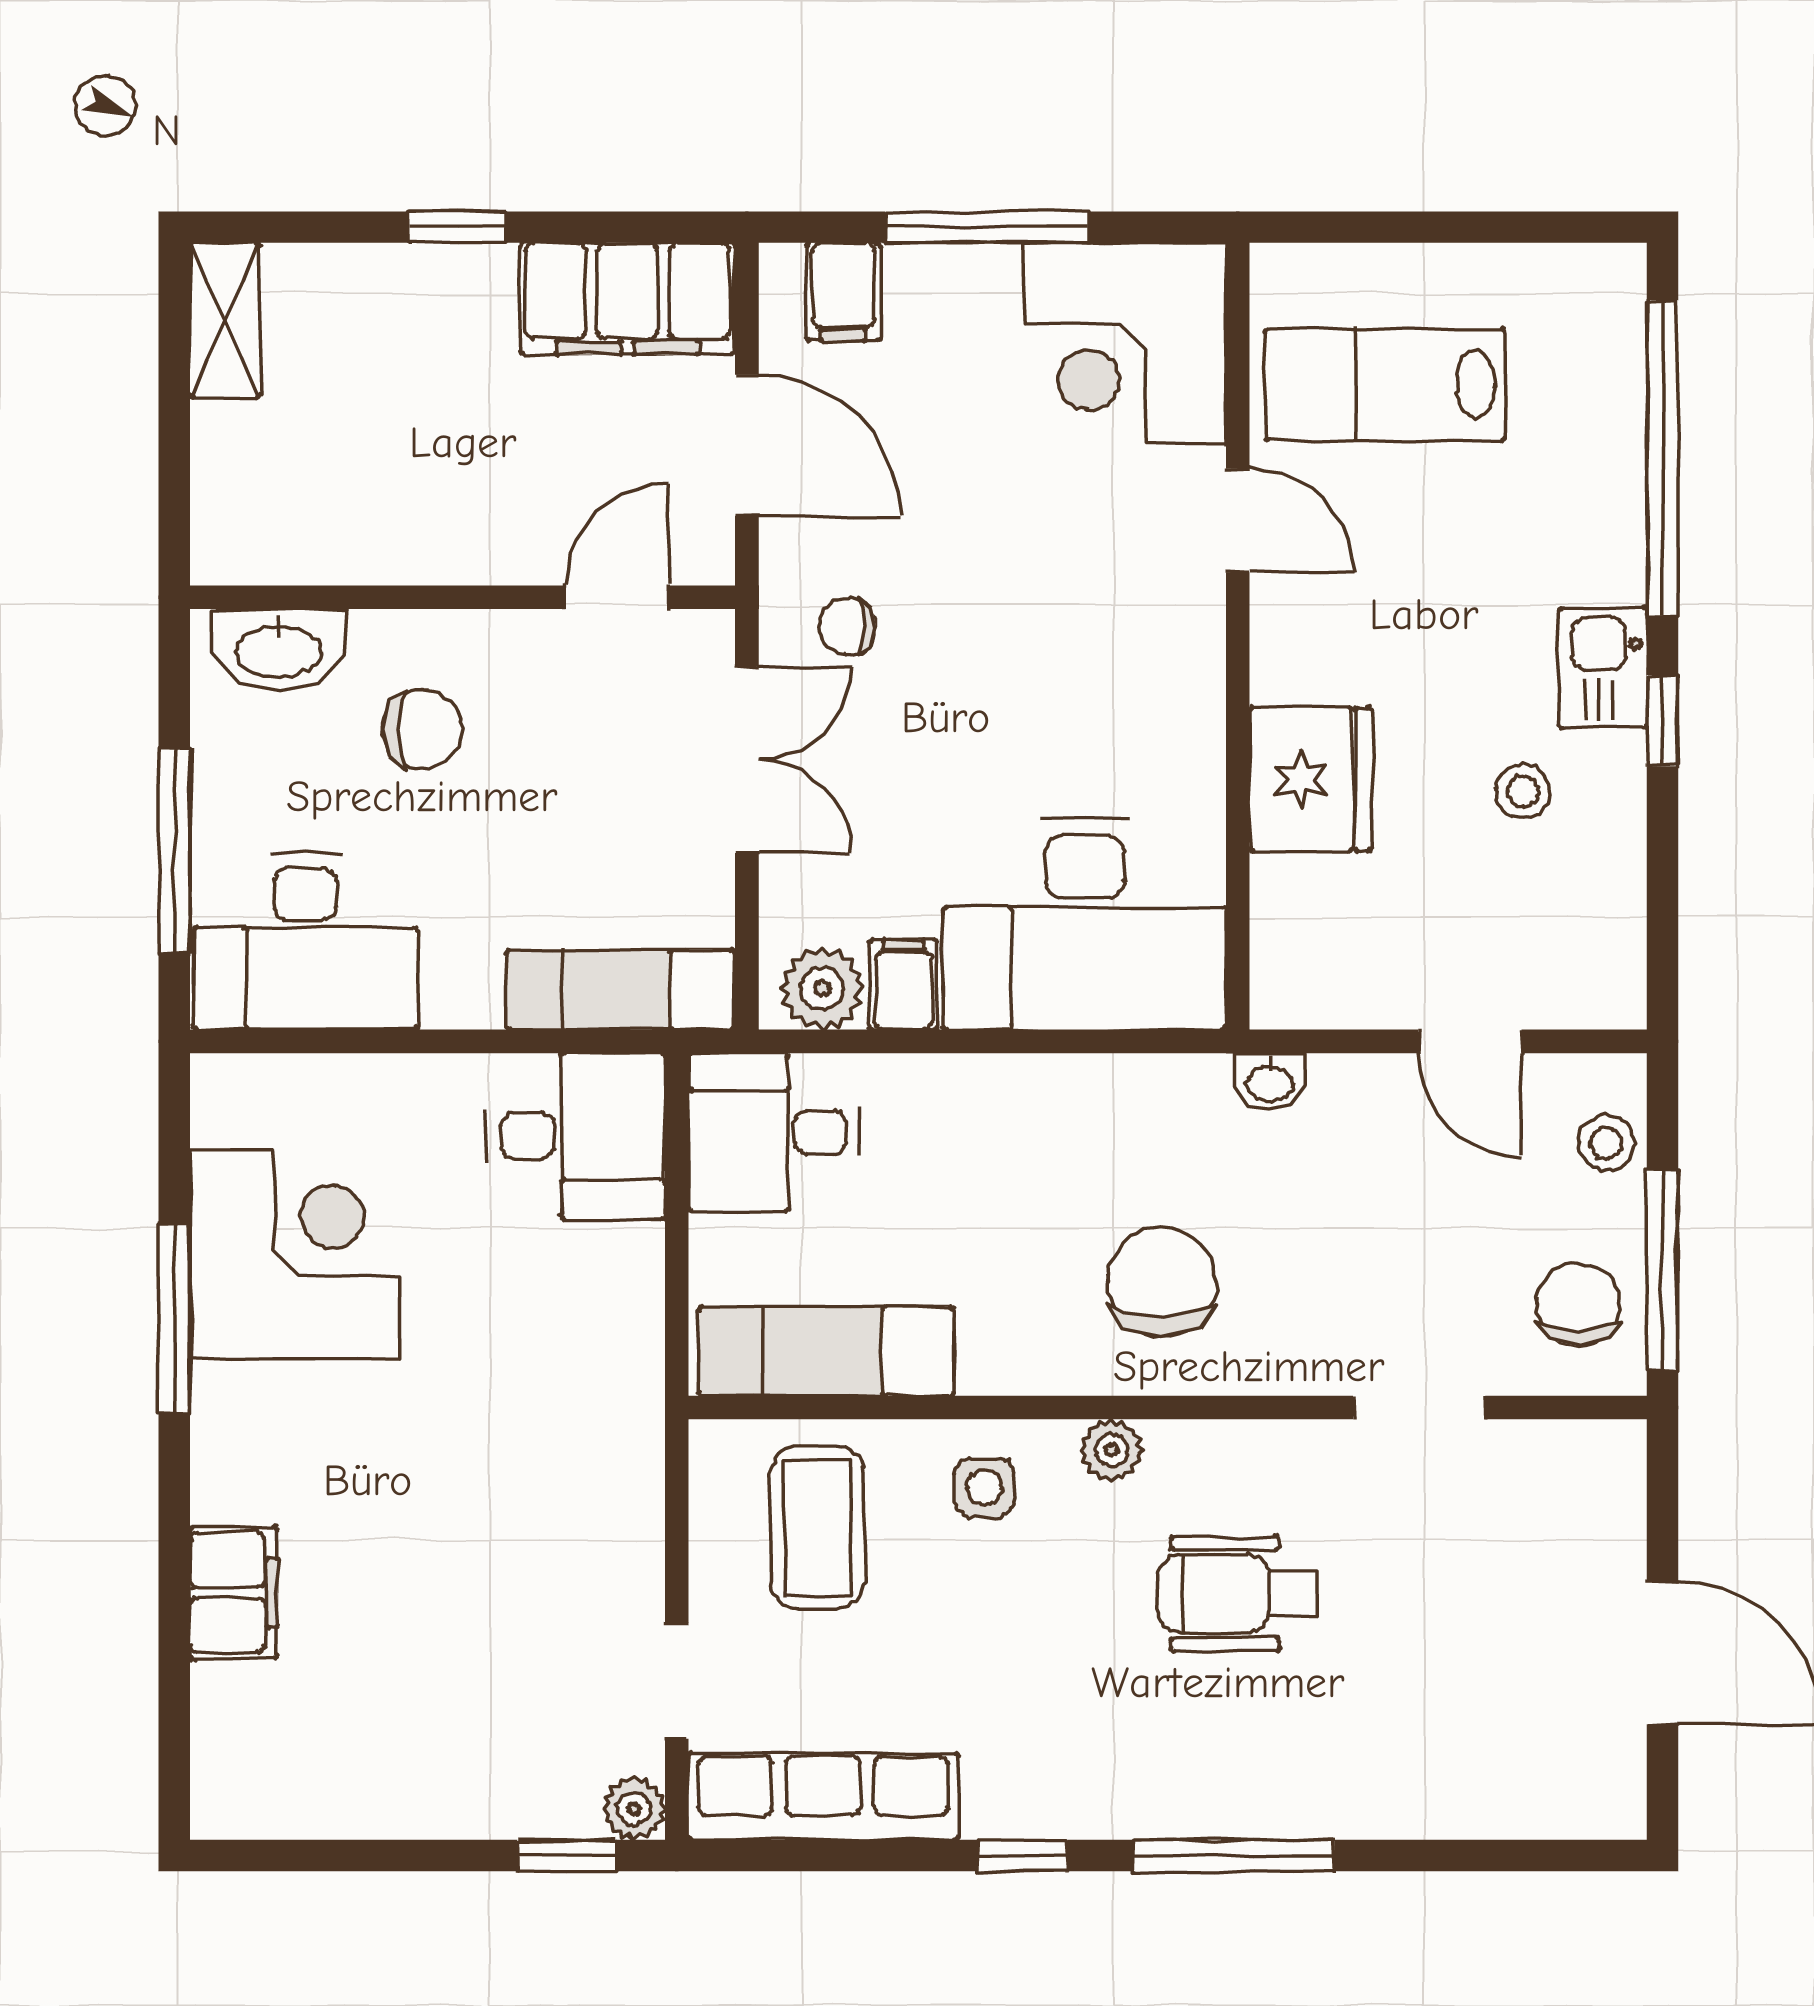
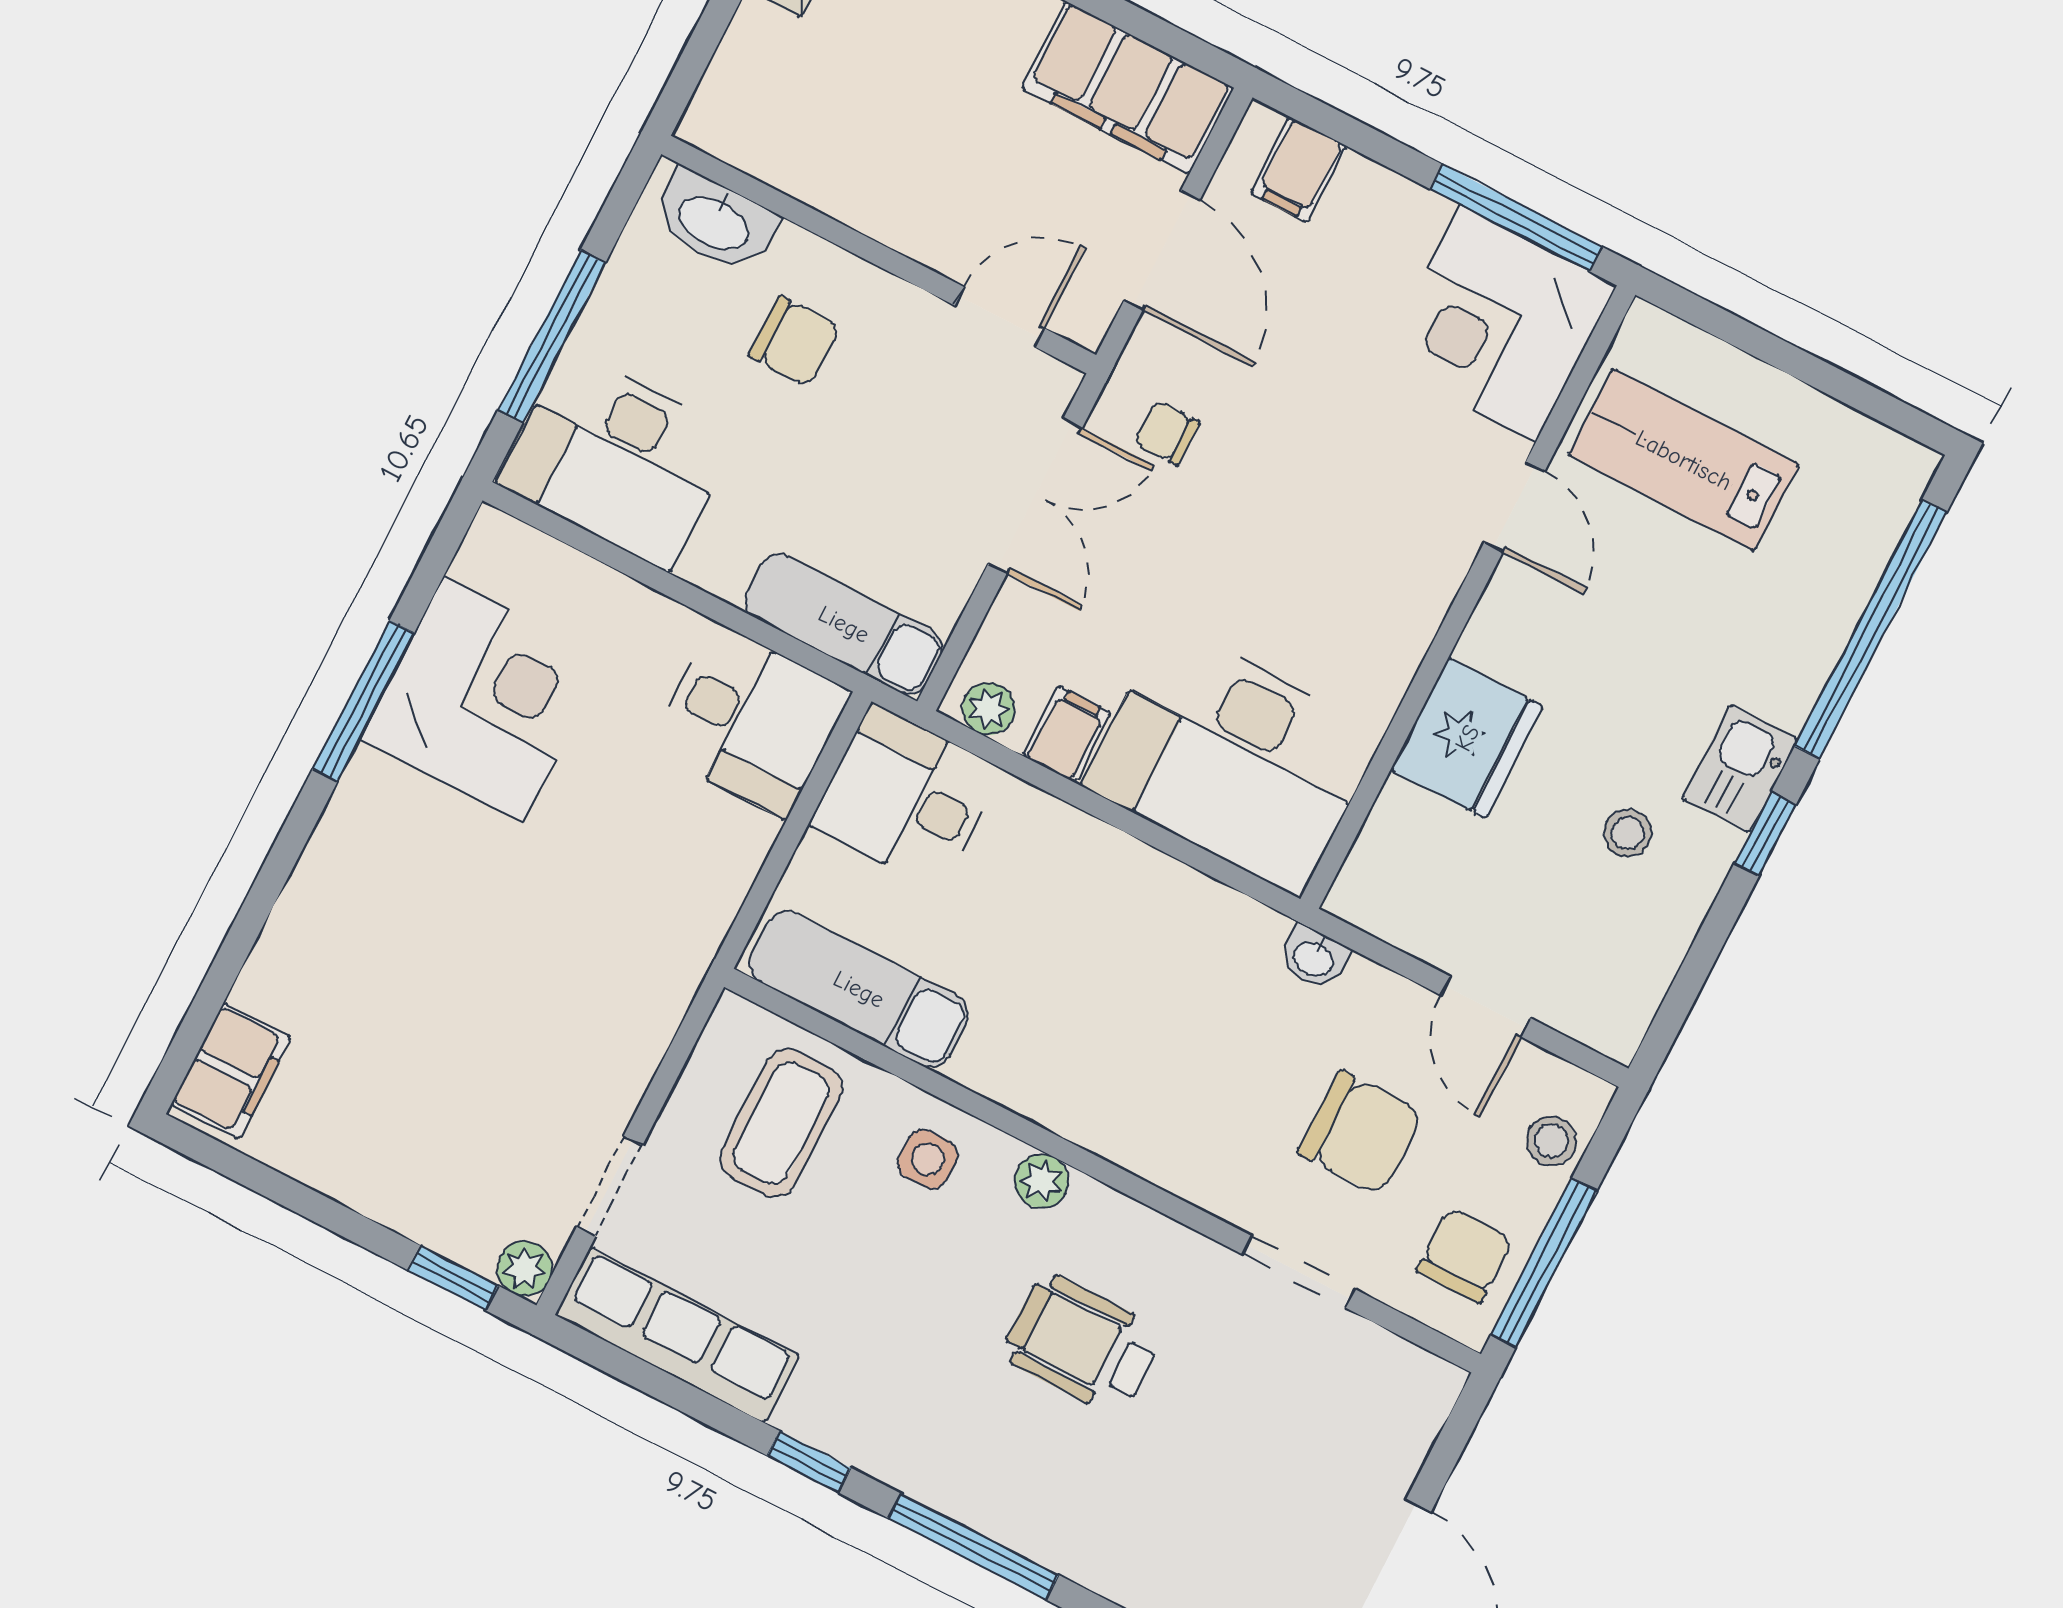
window: (987, 227) -> (1516, 218), moved
plant: (822, 989) -> (989, 709), width x0.73, depth x0.73
chair: (1162, 1282) -> (1360, 1133), moved, turned 90
filing cabinet: (234, 1593) -> (231, 1071), moved

